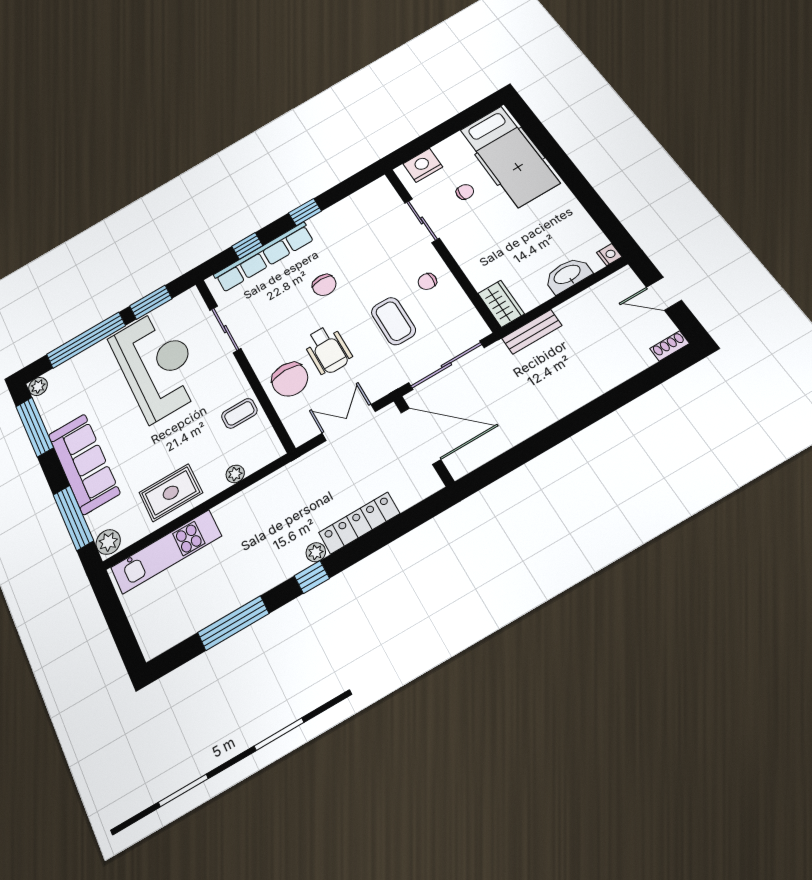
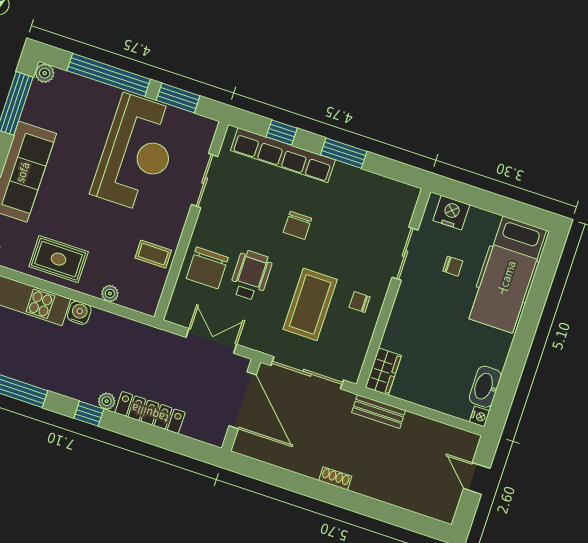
window: (305, 212) -> (344, 153), width x1.50
washbasin: (568, 275) -> (485, 387), moved, turned -90
coffee table: (393, 321) -> (310, 304), width x1.36, depth x1.32
shoe rack: (670, 346) -> (335, 478), moved
wheelchair: (328, 350) -> (251, 275), turned 180
water cooler: (226, 512) -> (79, 313), added

